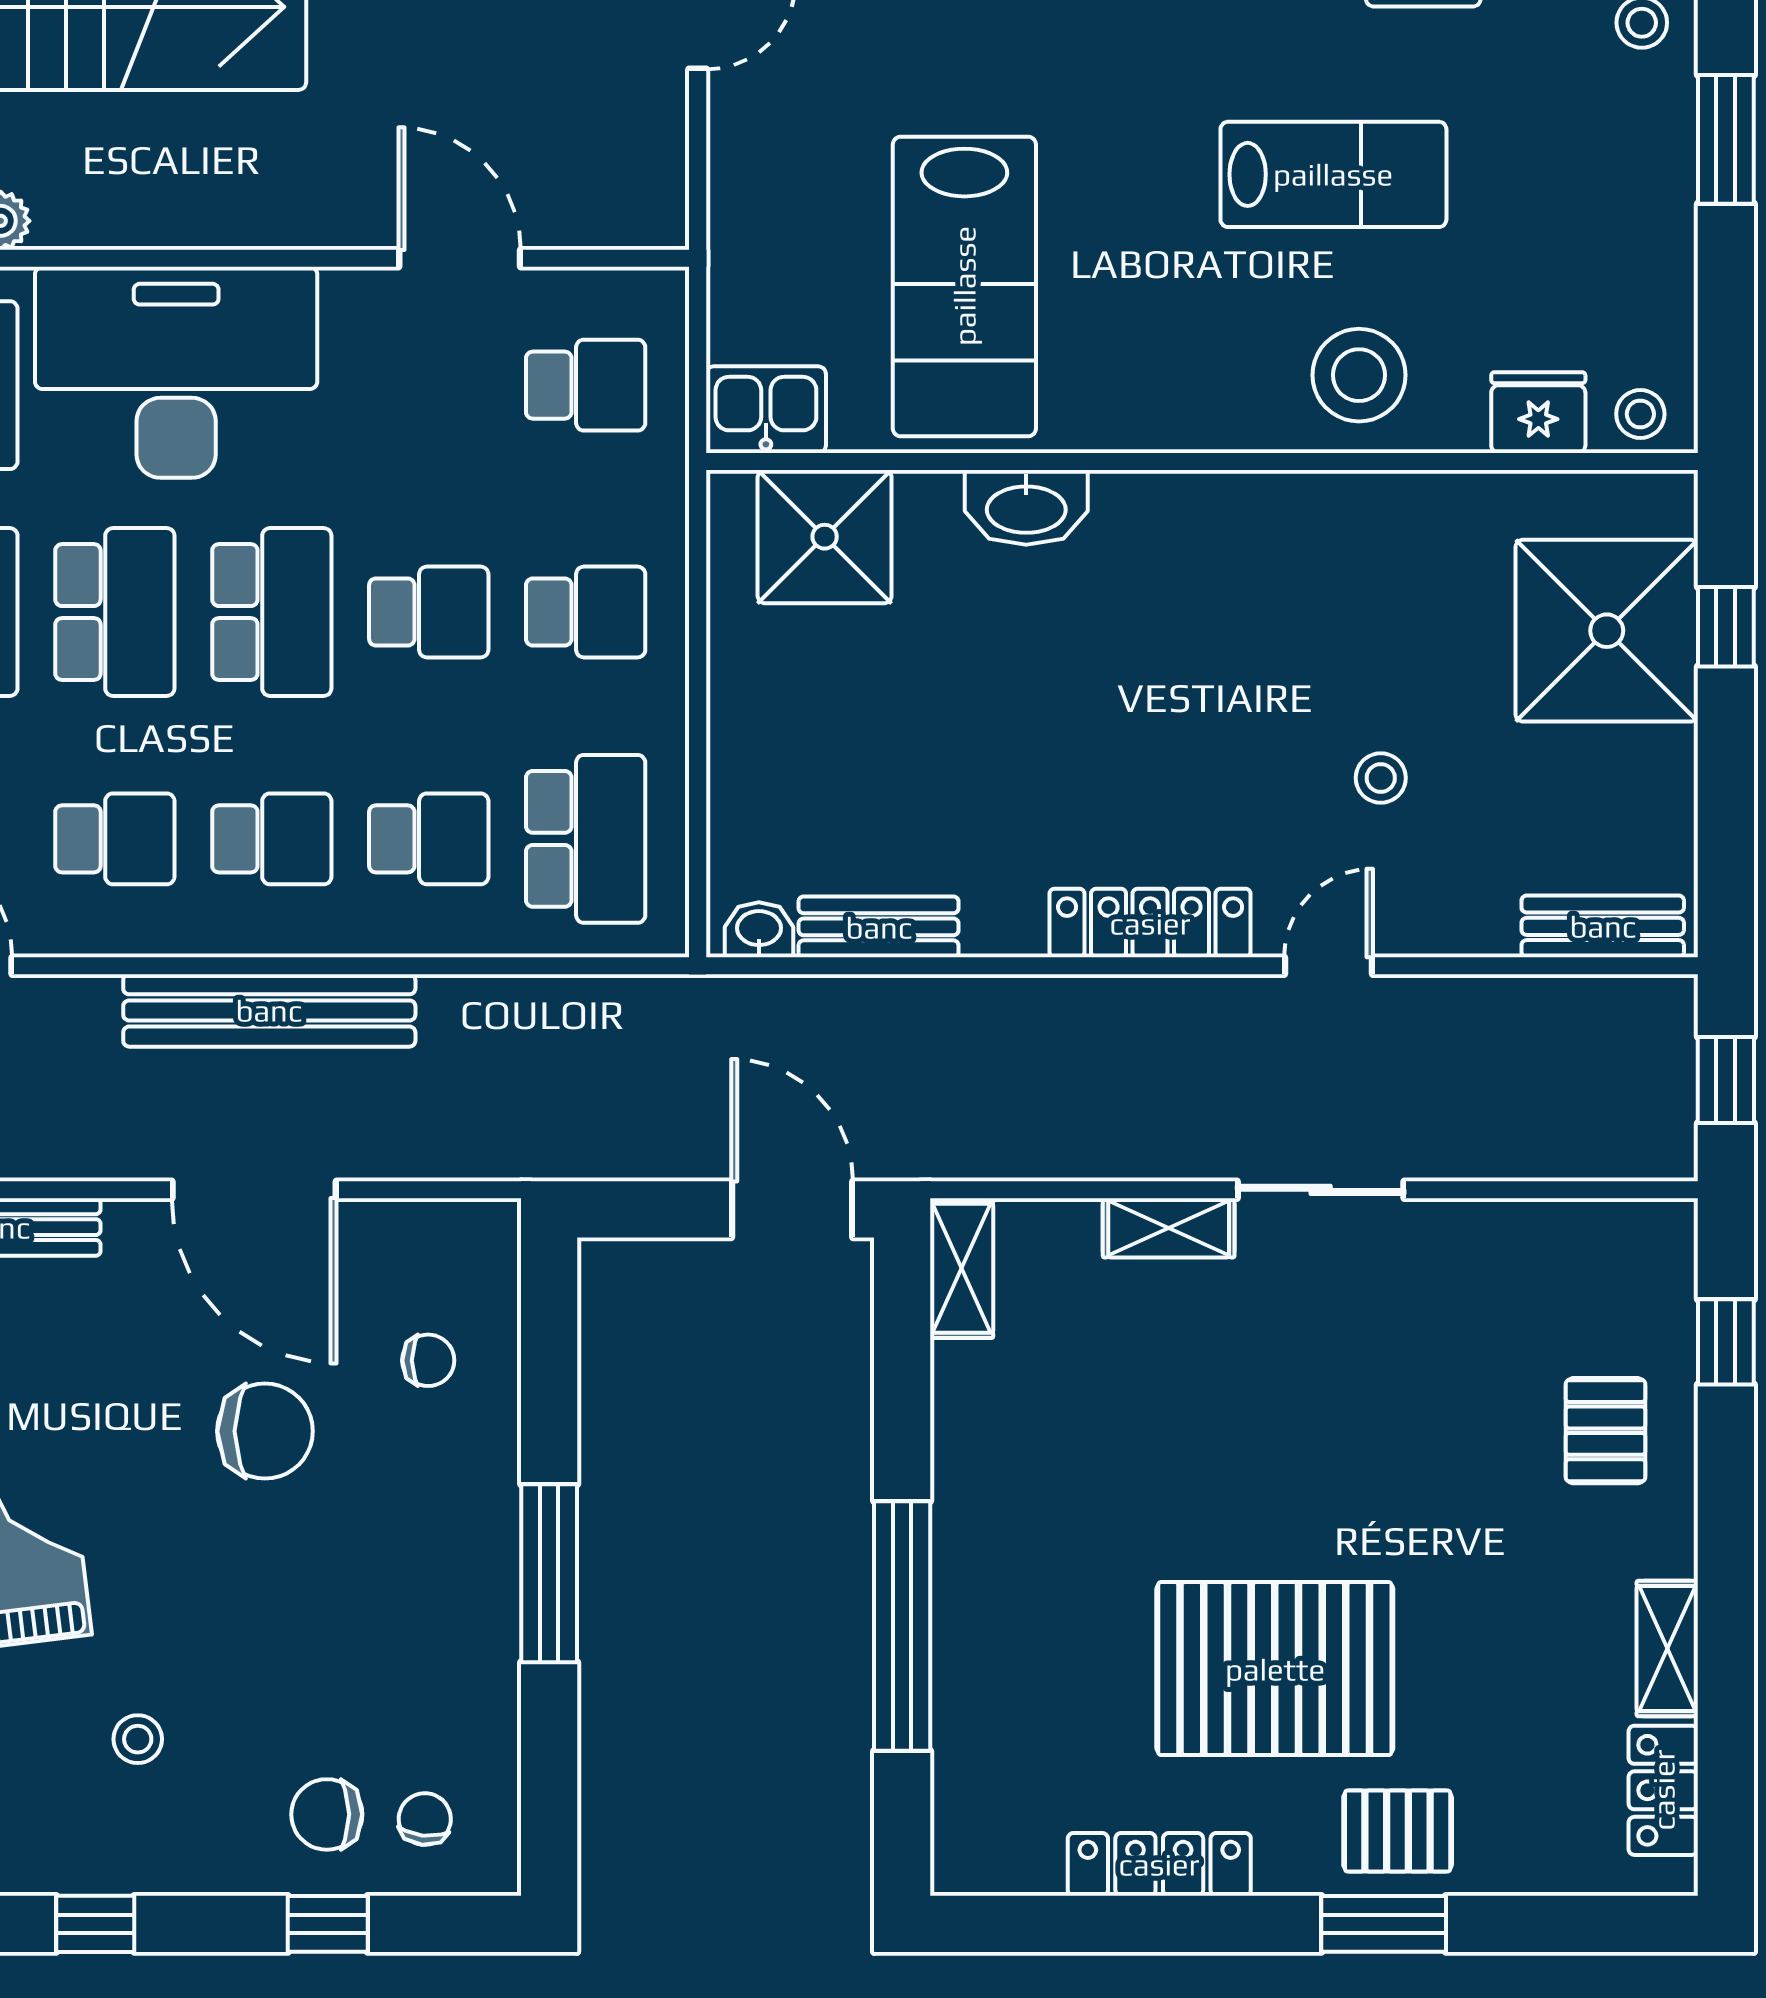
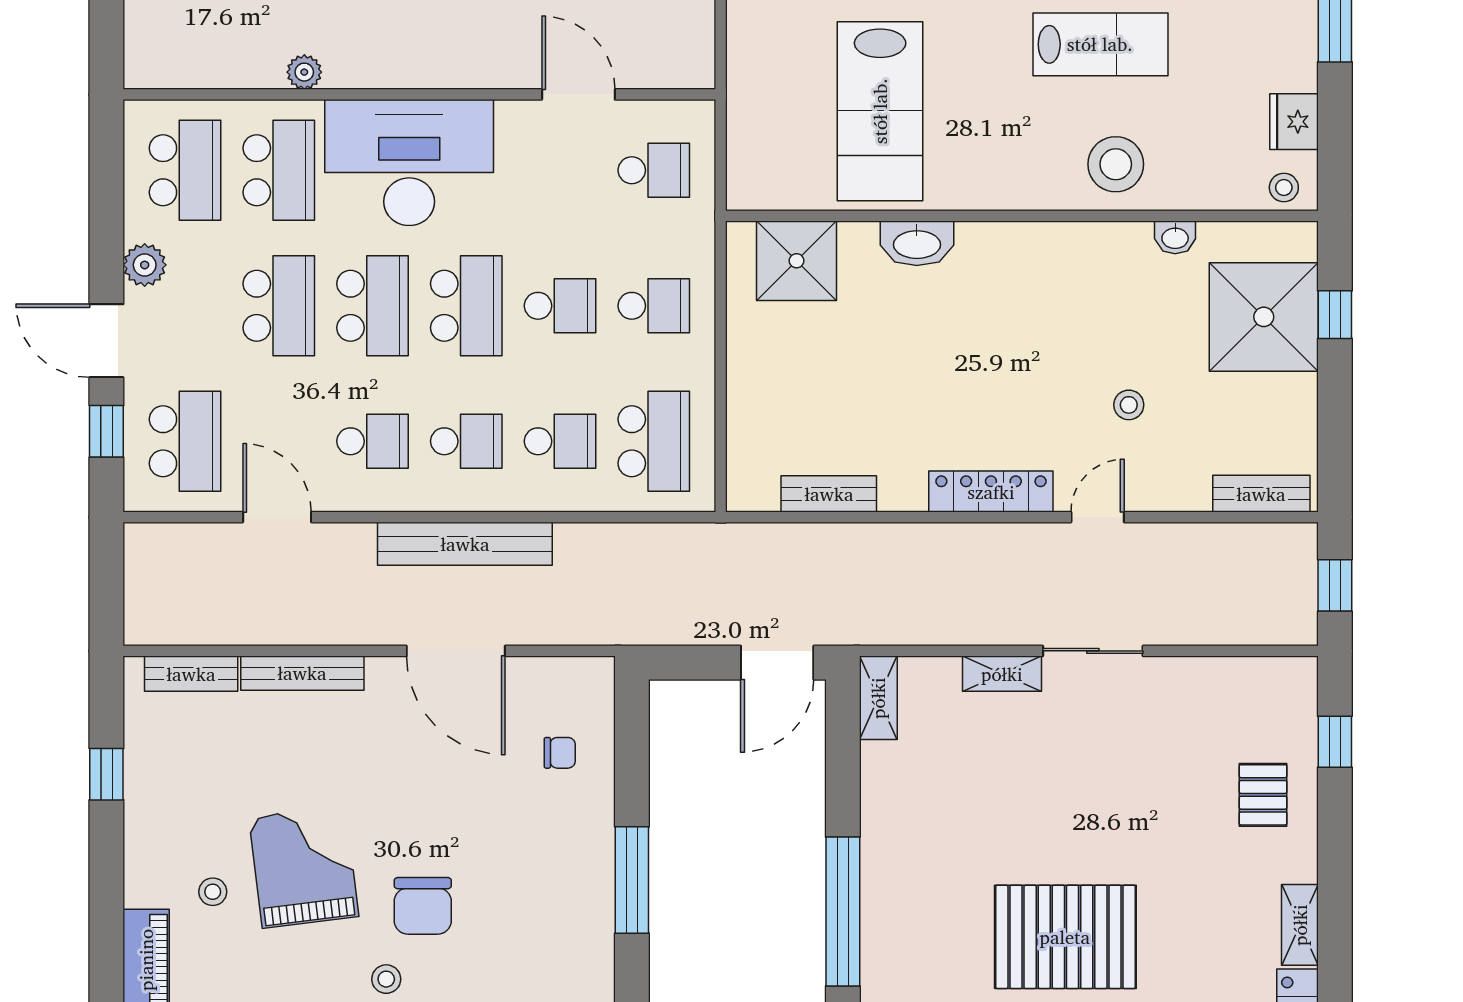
kitchen sink: (766, 410) -> (761, 185), removed
fridge: (1538, 413) -> (1294, 122), moved, turned -90
washbasin: (759, 930) -> (1175, 237), moved, turned 180
door: (792, 1209) -> (777, 663), swing flipped
chair: (265, 1431) -> (423, 906), moved, turned 90

